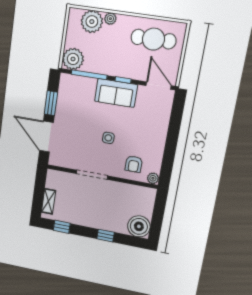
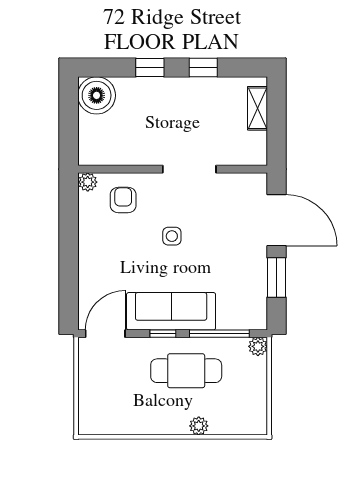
plant: (92, 22) -> (228, 417), removed
cafe table: (153, 39) -> (186, 371), moved
plant: (73, 59) -> (258, 346), width x0.53, depth x0.53
door: (159, 86) -> (105, 334), swing flipped
sofa: (116, 93) -> (171, 311), width x1.36
window: (62, 227) -> (203, 67), moved

